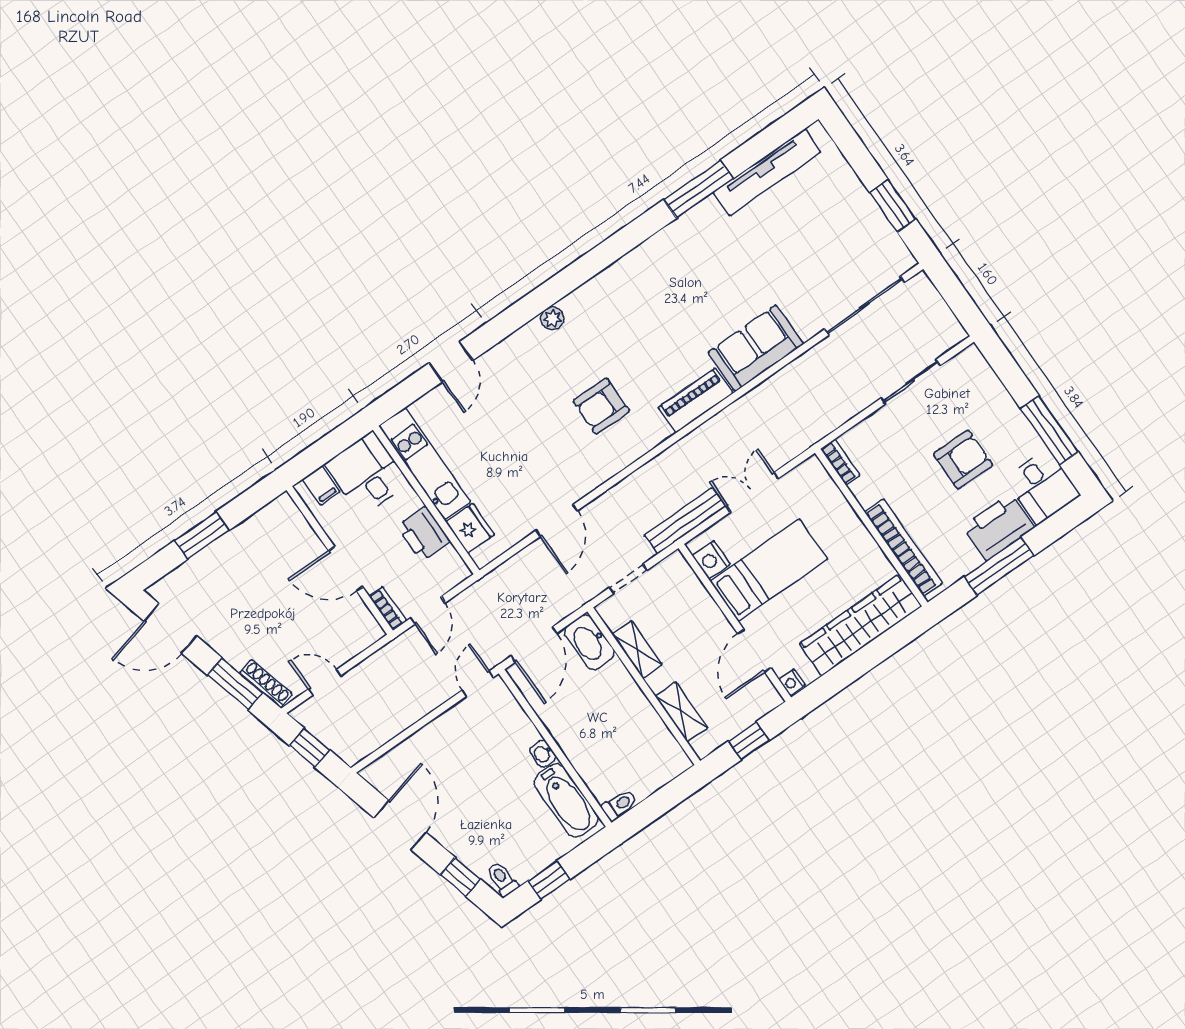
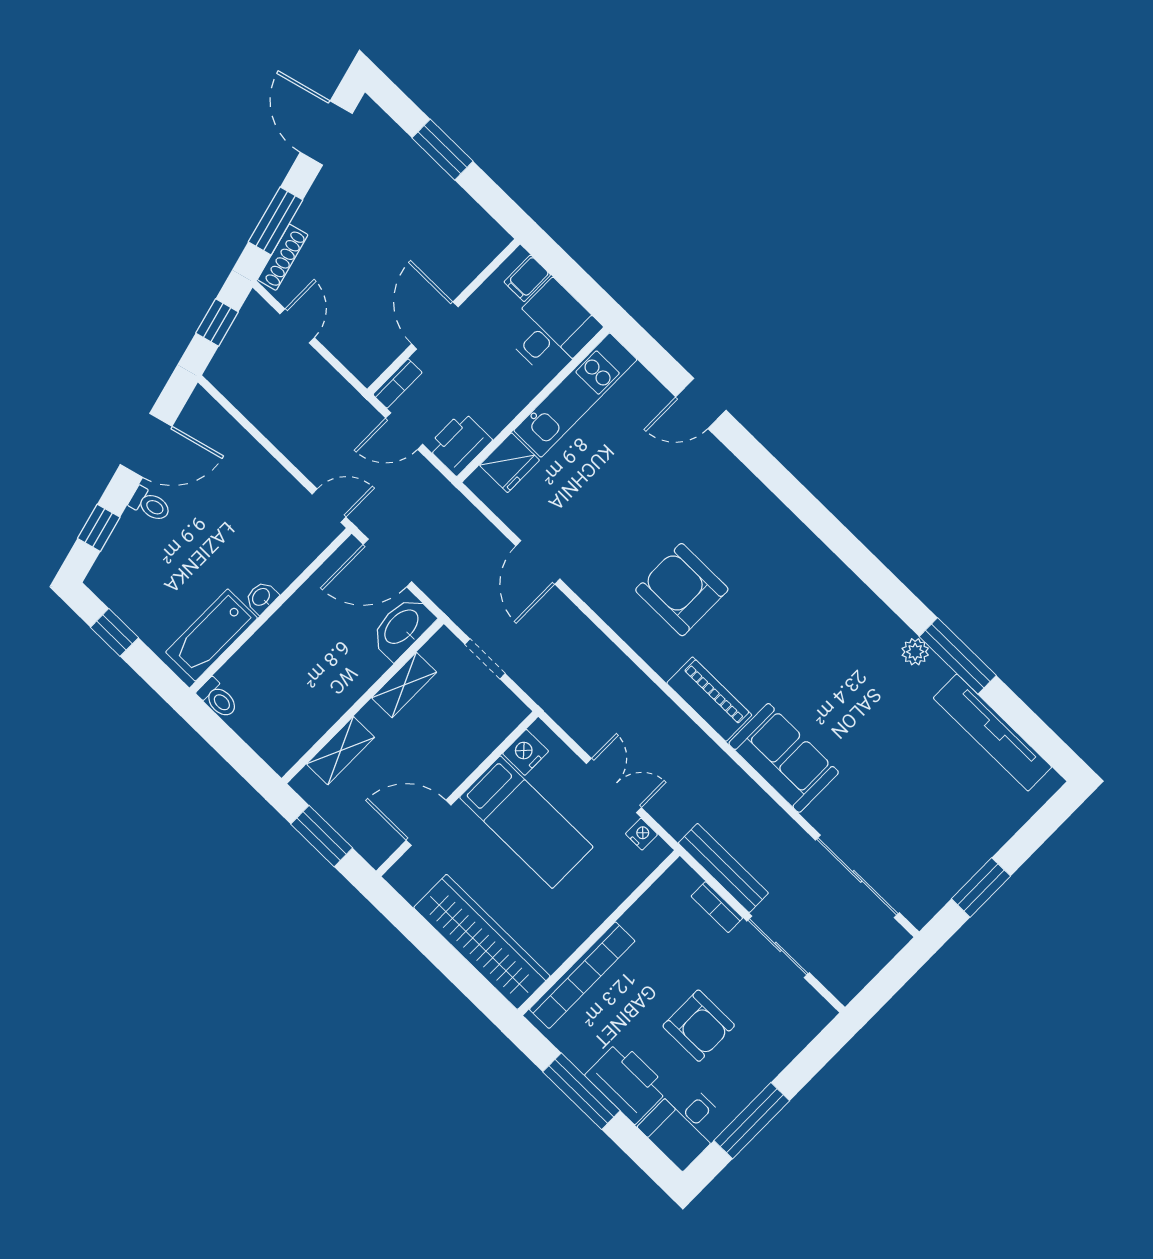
plant: (552, 318) -> (915, 652), moved
armchair: (601, 406) -> (682, 590), width x1.36, depth x1.36
bookcase: (840, 462) -> (717, 907), moved, turned 90
door: (557, 521) -> (538, 562), hinge flipped
bench: (685, 521) -> (723, 868), moved
printer: (424, 534) -> (459, 443), moved
nightstand: (792, 682) -> (641, 834), moved, turned 90
window: (749, 741) -> (322, 836), width x1.50
toilet: (502, 879) -> (150, 504), moved, turned 75

